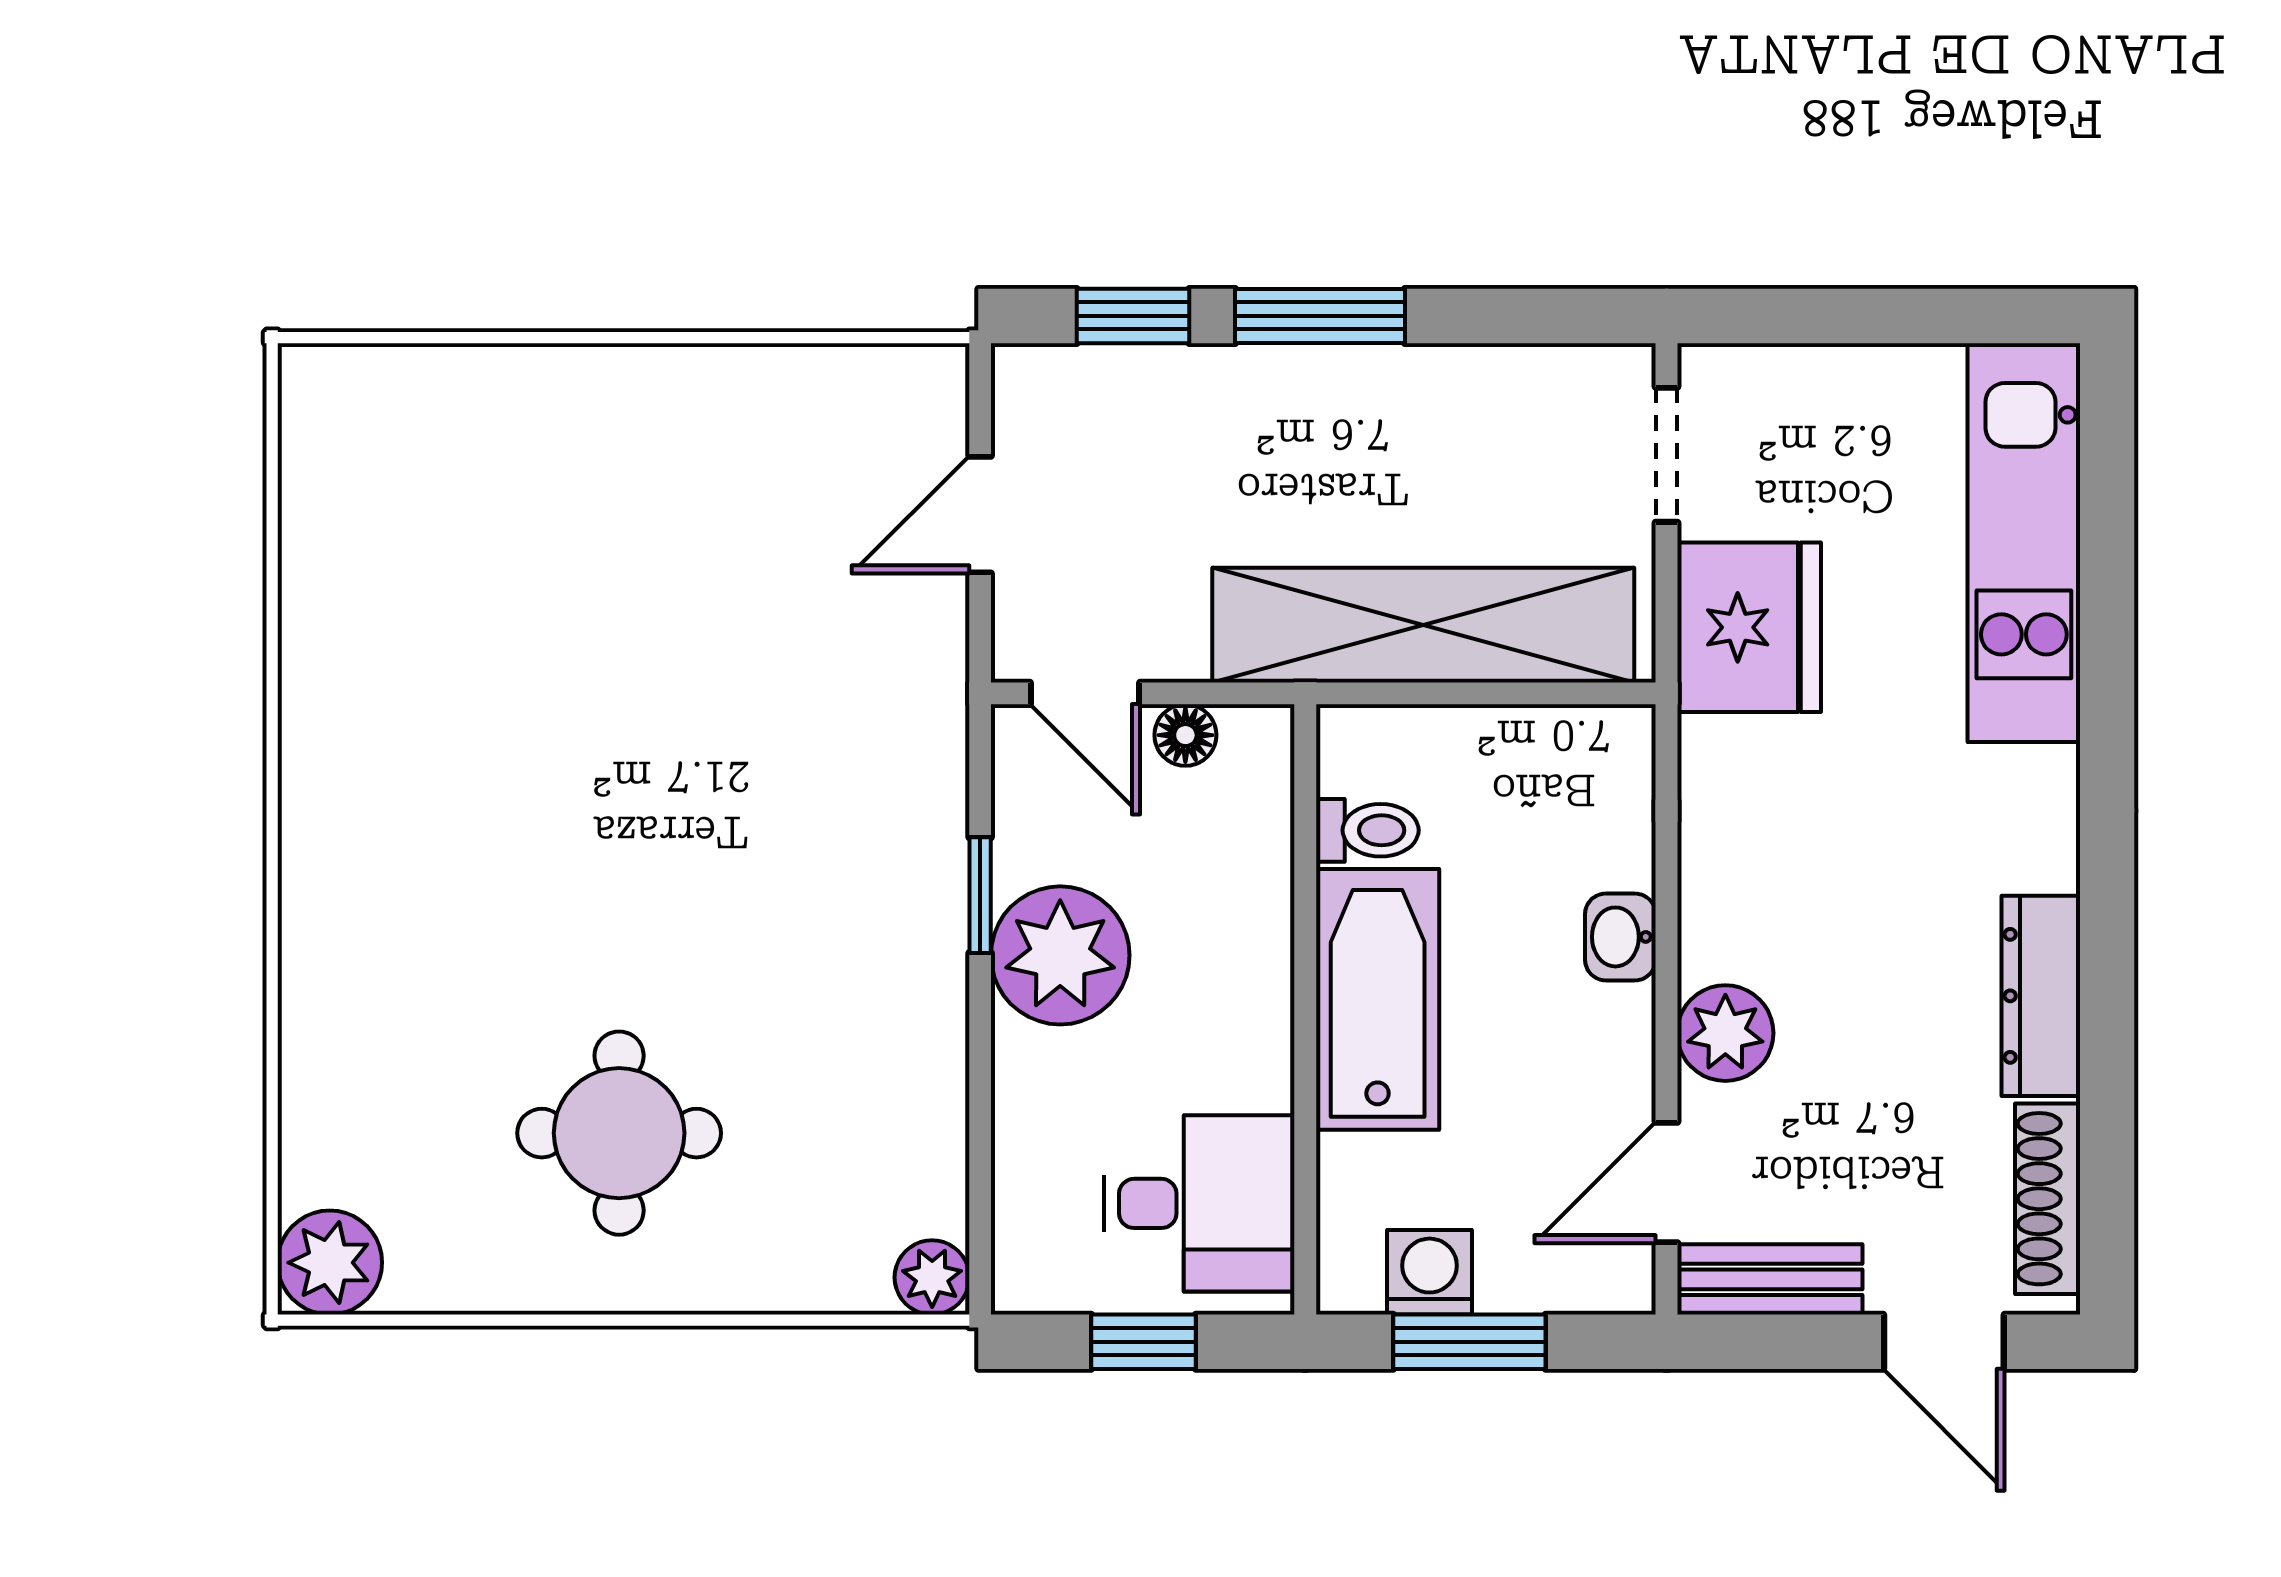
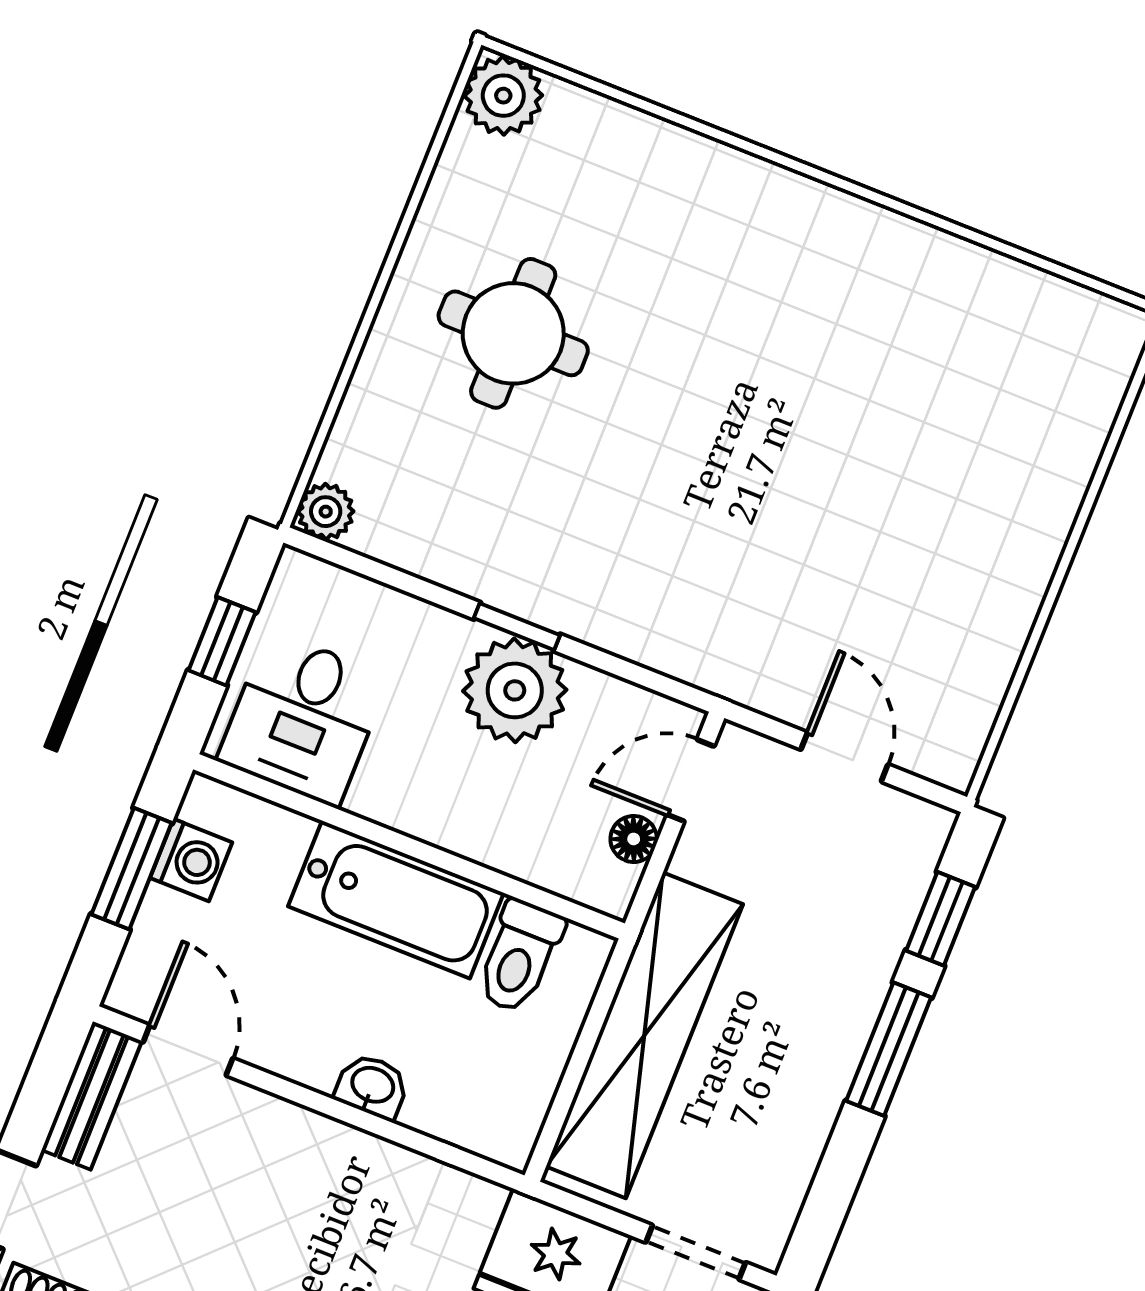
toilet: (1367, 830) -> (519, 956), width x1.37, depth x1.39
window: (980, 895) -> (517, 627), moved
plant: (1725, 1033) -> (276, 1133), removed

